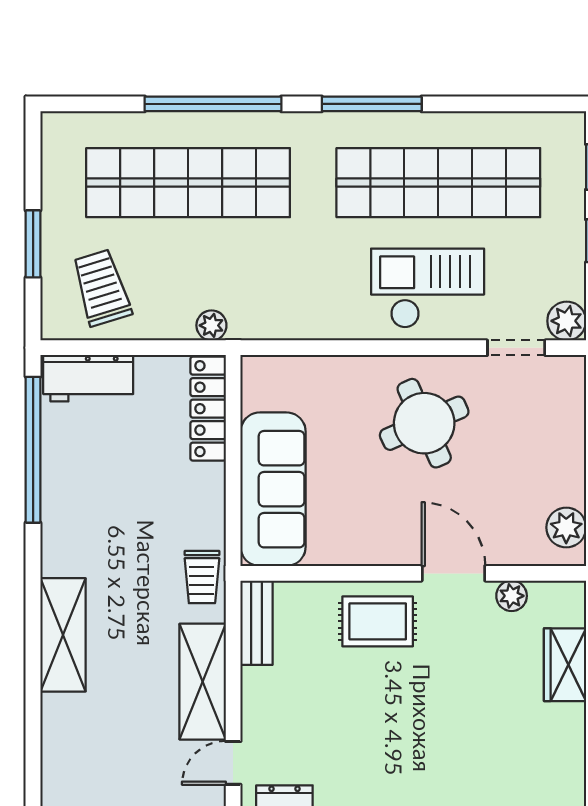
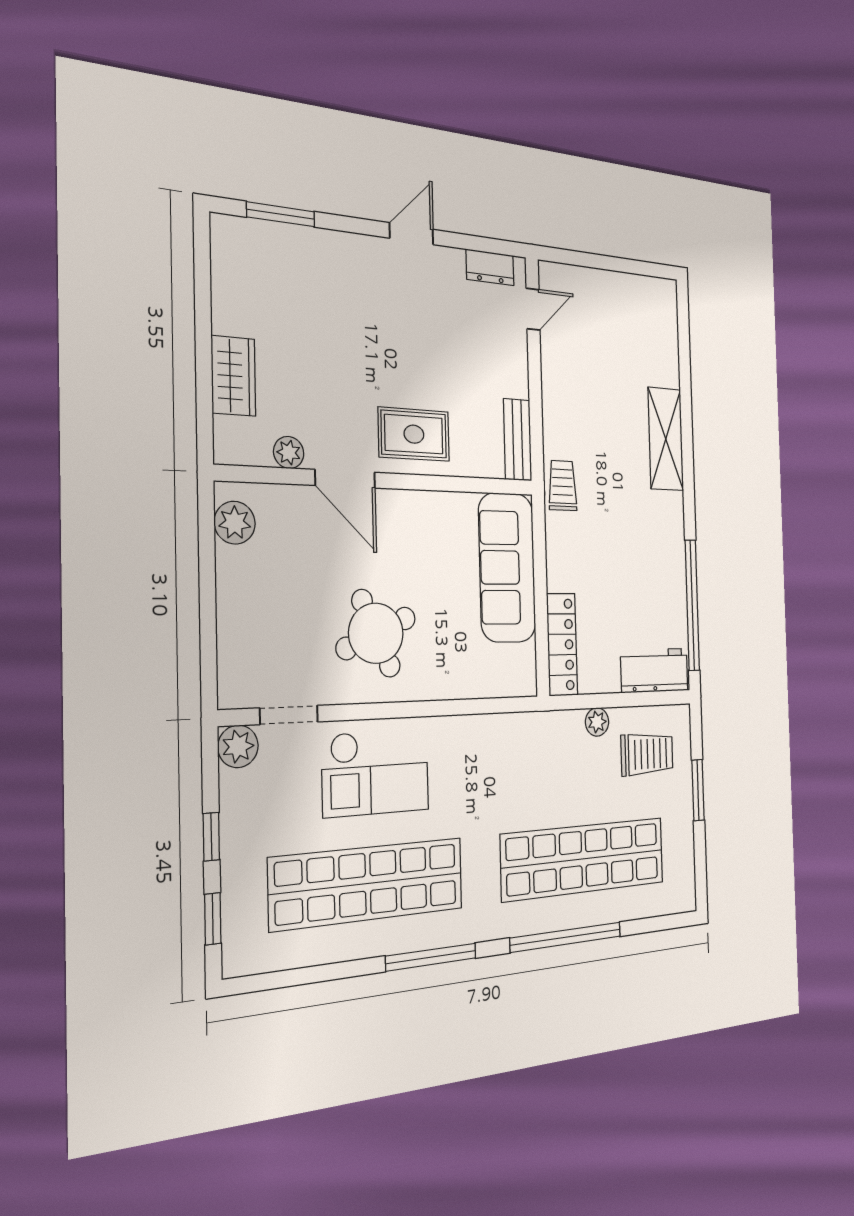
trolley: (102, 288) -> (647, 754), turned -73
plant: (211, 325) -> (597, 722), moved
shelving: (203, 682) -> (559, 388), removed

